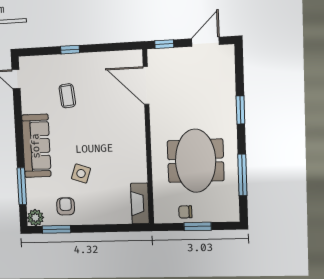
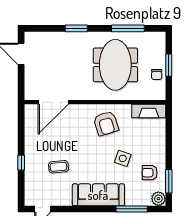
window: (164, 44) -> (21, 86), removed
armchair: (123, 152) -> (106, 123), added
meeting table: (196, 161) -> (115, 65), turned 90

